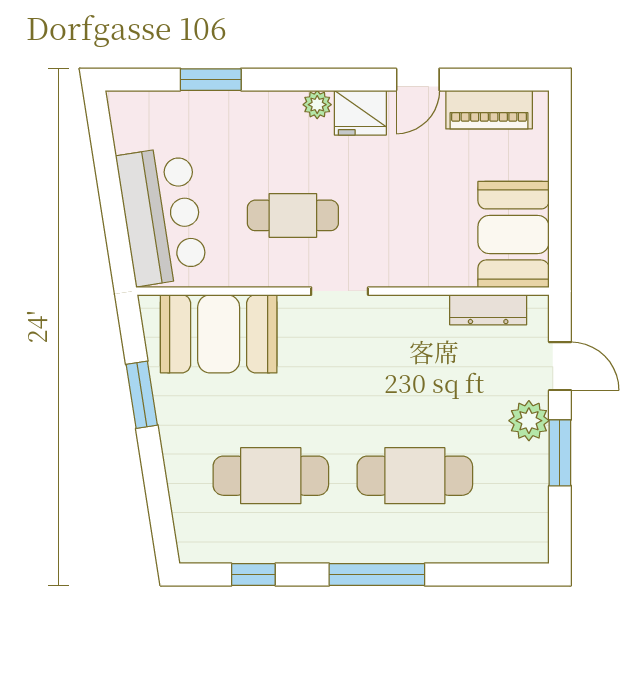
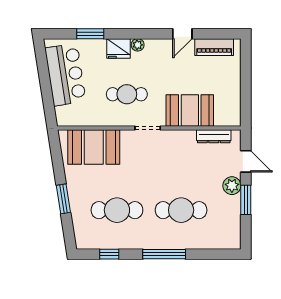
fridge: (360, 113) -> (118, 48), moved
bar counter: (162, 216) -> (65, 75), moved
booth: (514, 234) -> (190, 111), moved, turned 90
window: (142, 395) -> (63, 199), moved

